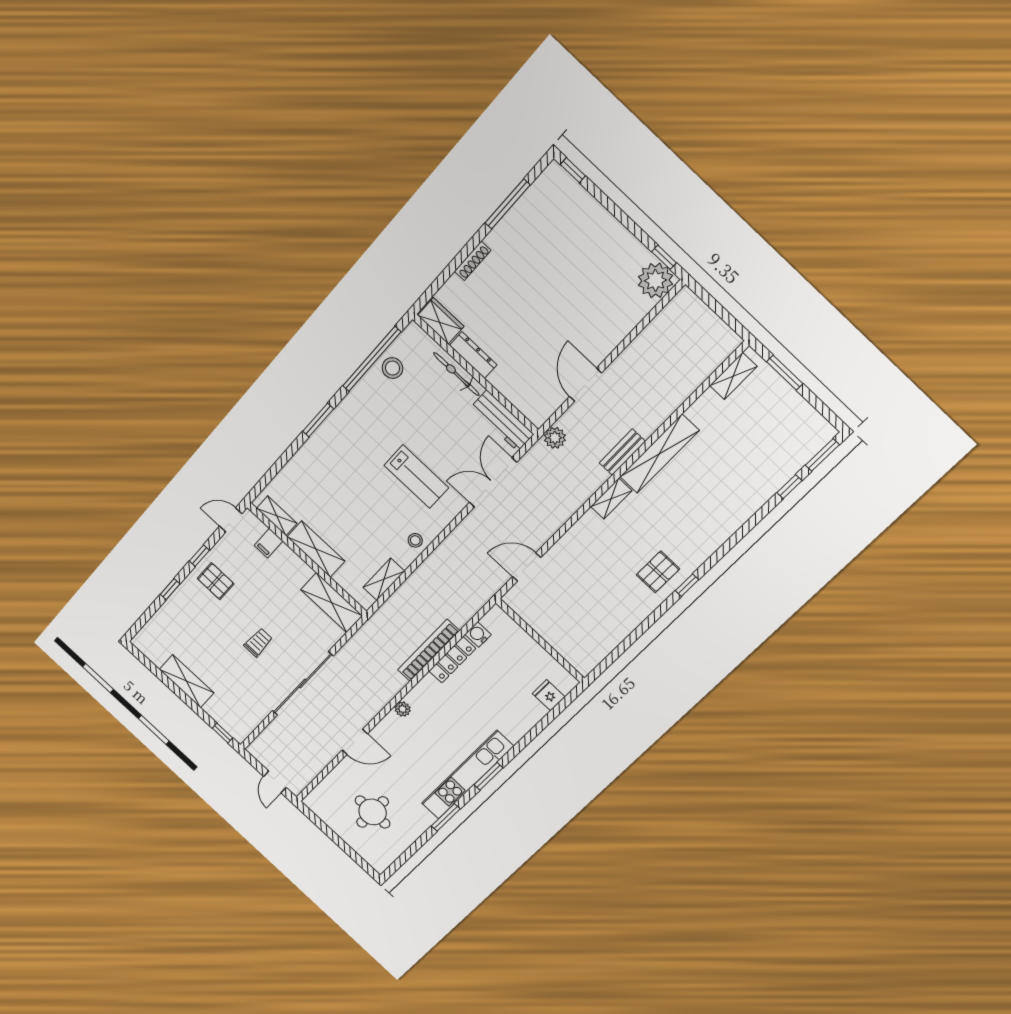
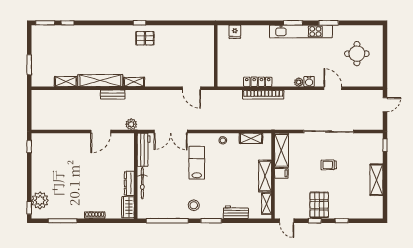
plant: (655, 280) -> (40, 200), moved
stool: (392, 368) -> (194, 205), moved
shelving: (733, 376) -> (66, 82), moved
workbench: (301, 464) -> (236, 212), added
filing cabinet: (269, 543) -> (281, 173), moved
pallet: (216, 581) -> (319, 205), width x1.50, depth x1.42
water cooler: (478, 634) -> (309, 82), moved

